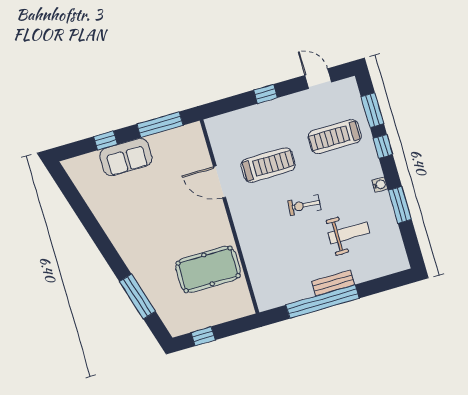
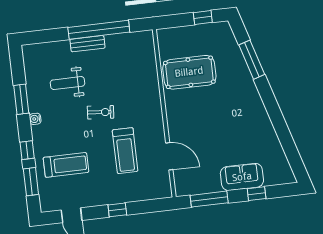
treadmill: (268, 165) -> (125, 151), turned -90
door: (220, 182) -> (169, 156), moved

